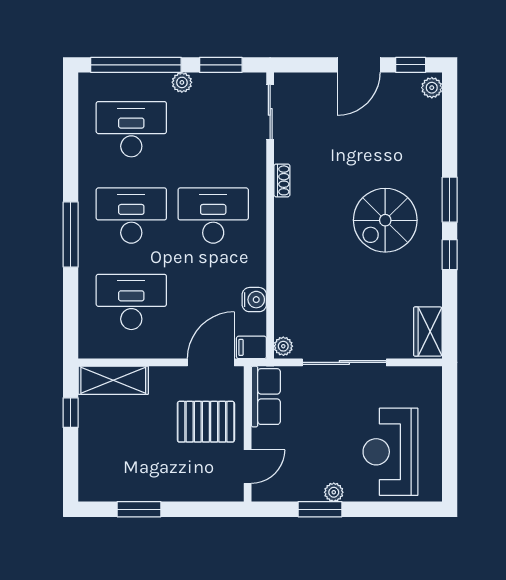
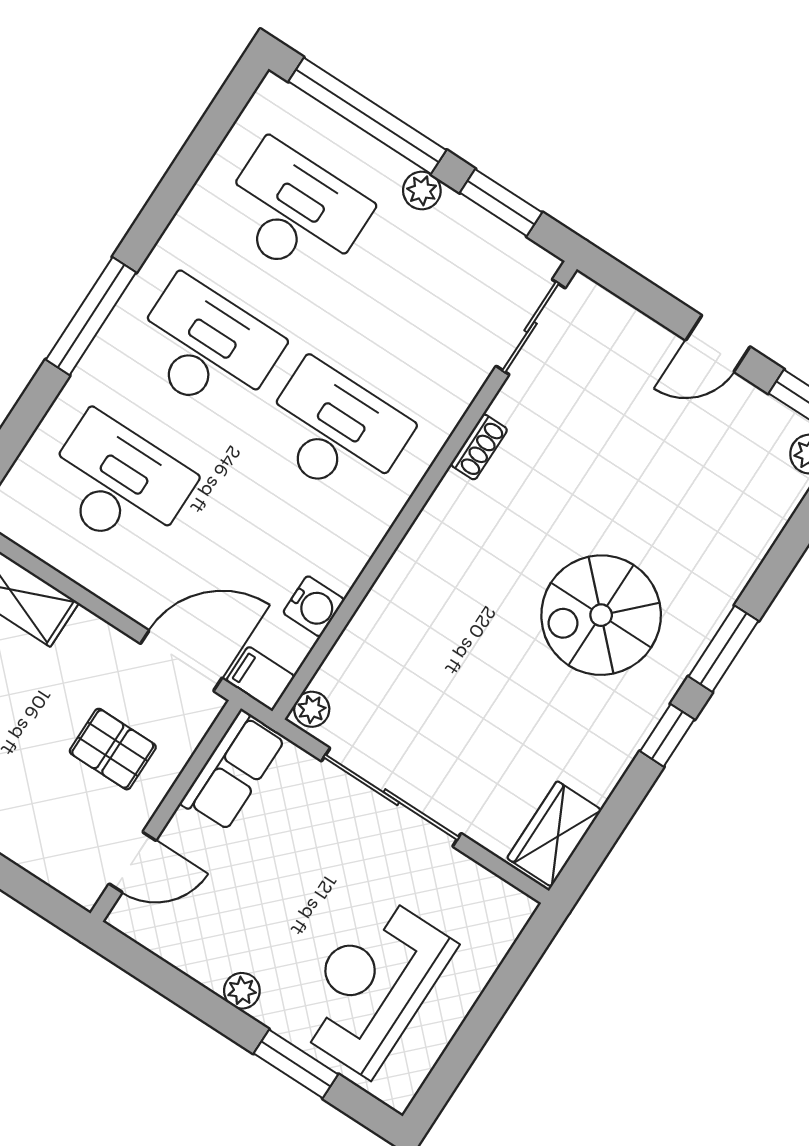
door: (359, 65) -> (718, 343), width x0.73
pallet: (206, 422) -> (113, 749), width x0.67, depth x0.71
window: (320, 509) -> (296, 1064), moved

